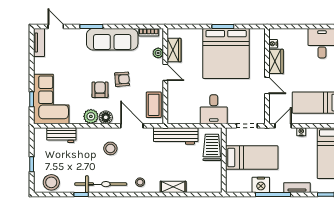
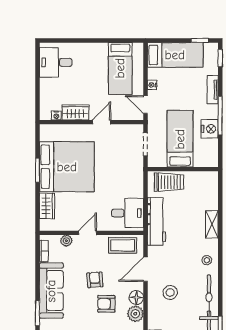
wardrobe: (174, 50) -> (47, 206), moved, turned 90
desk: (214, 109) -> (128, 213), moved
trolley: (212, 147) -> (169, 182), turned 180

